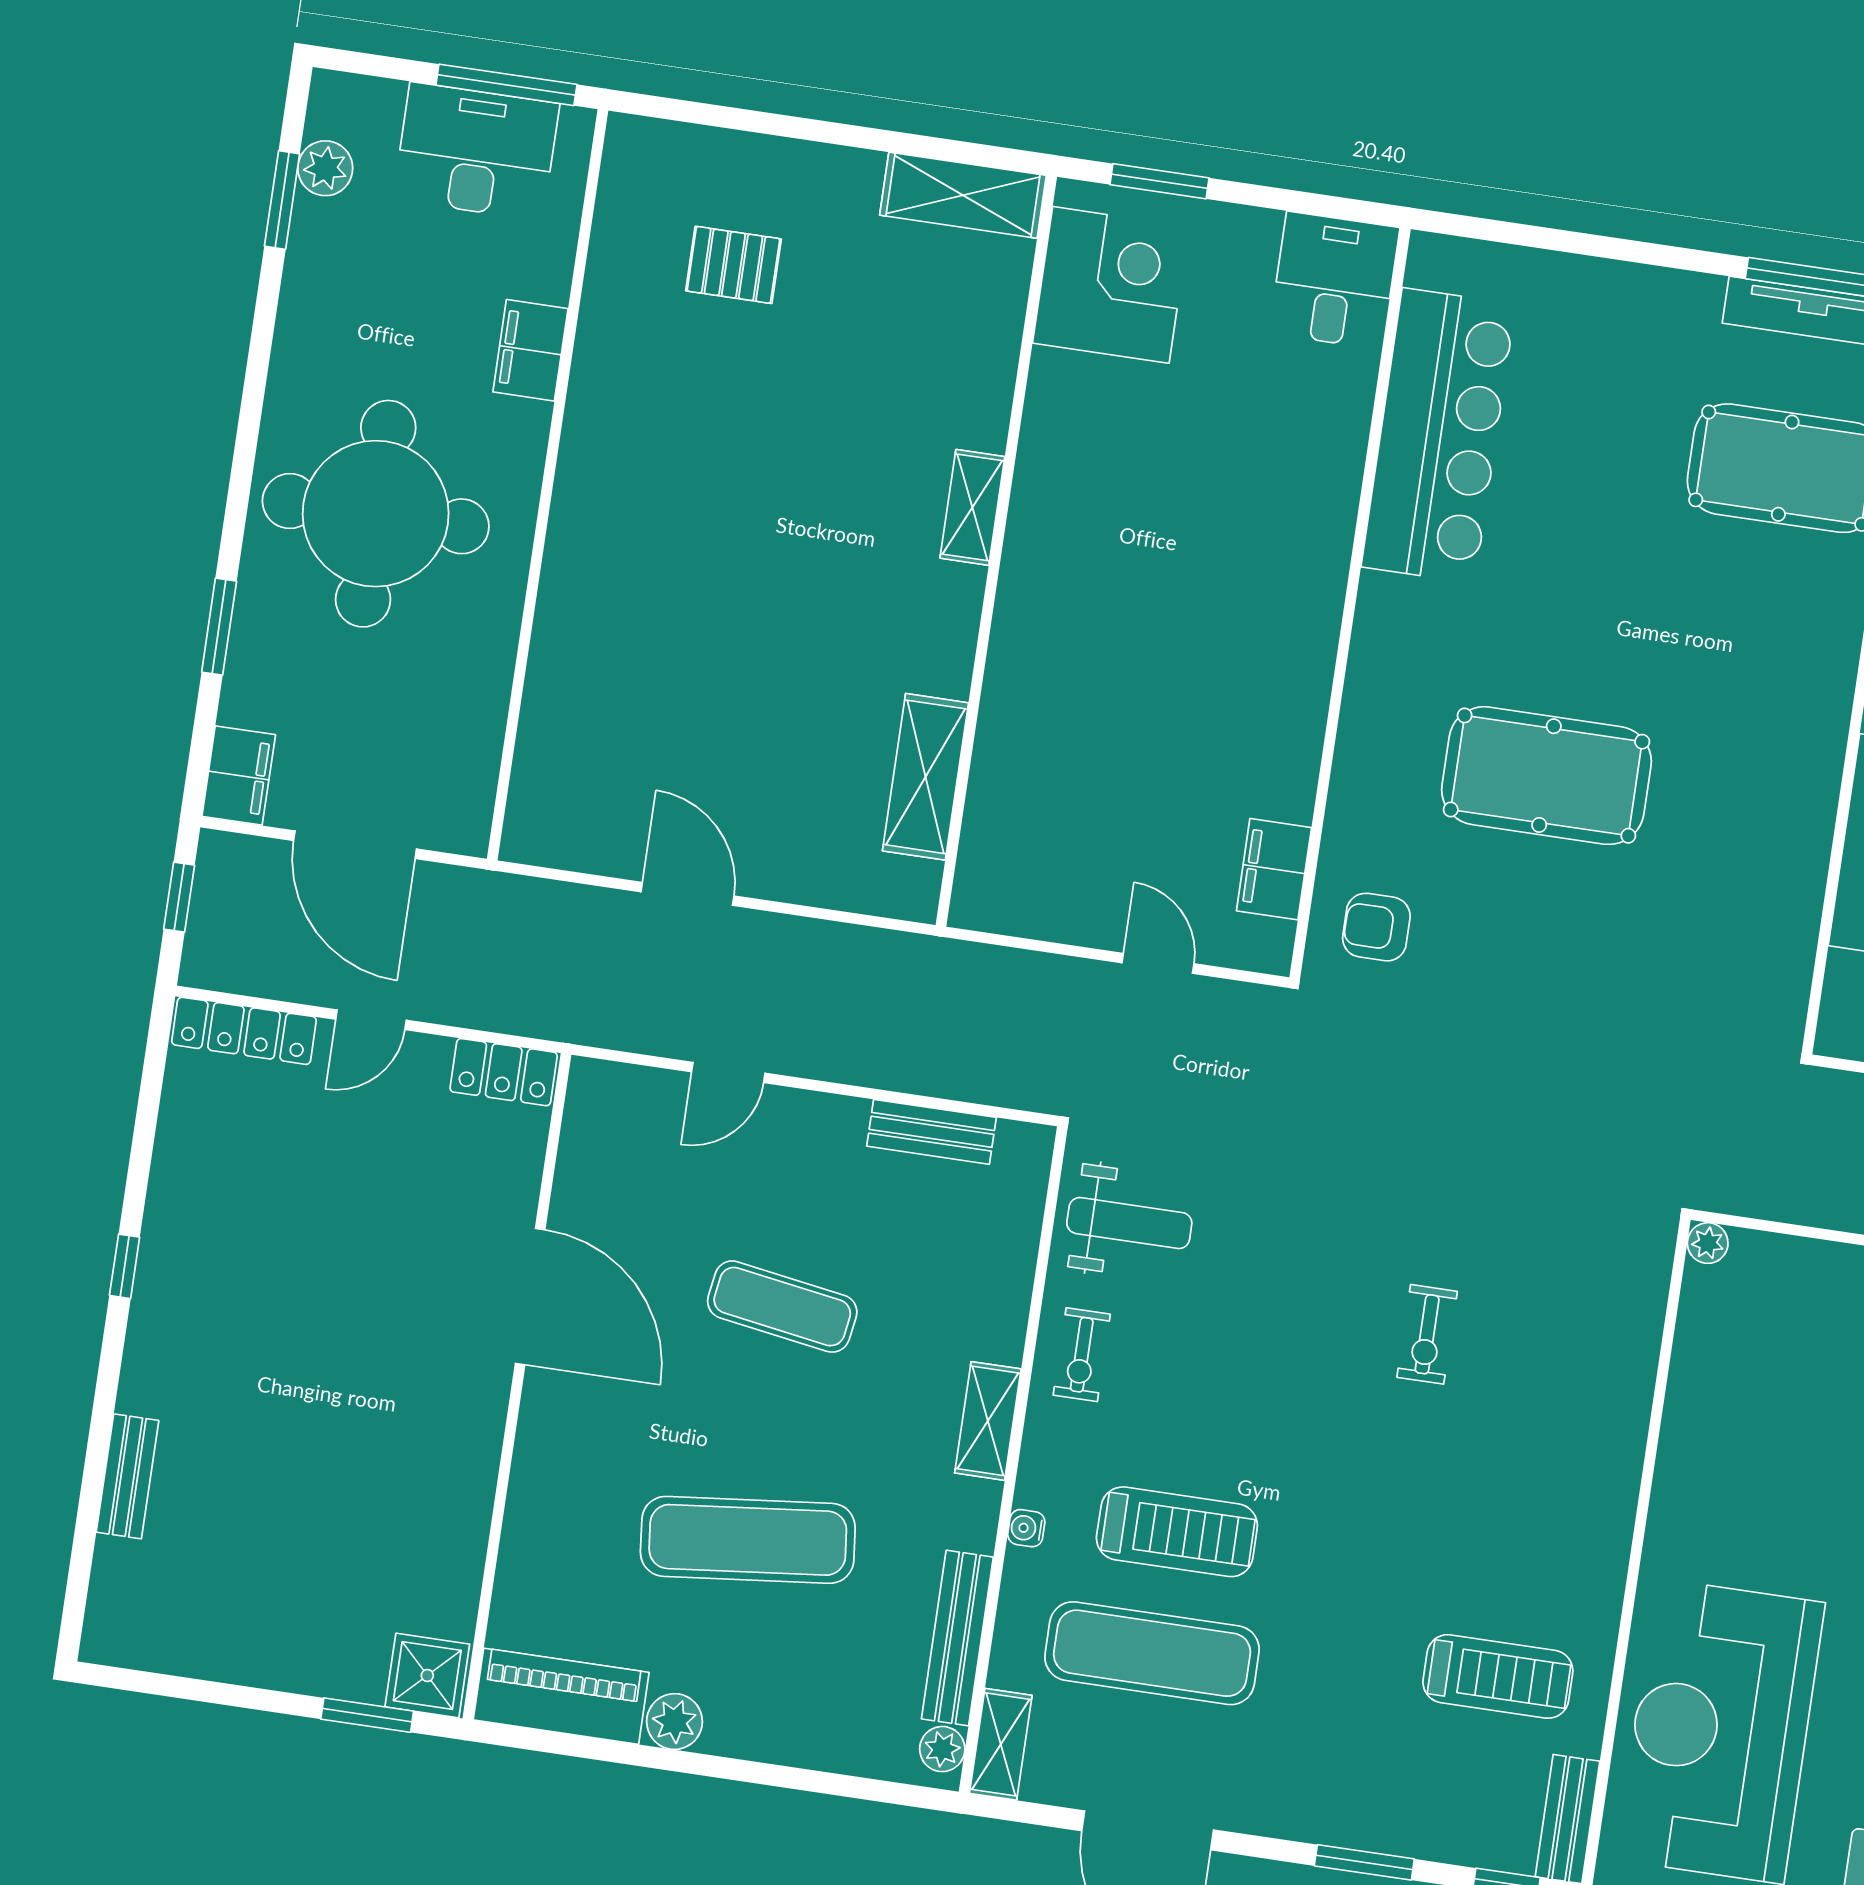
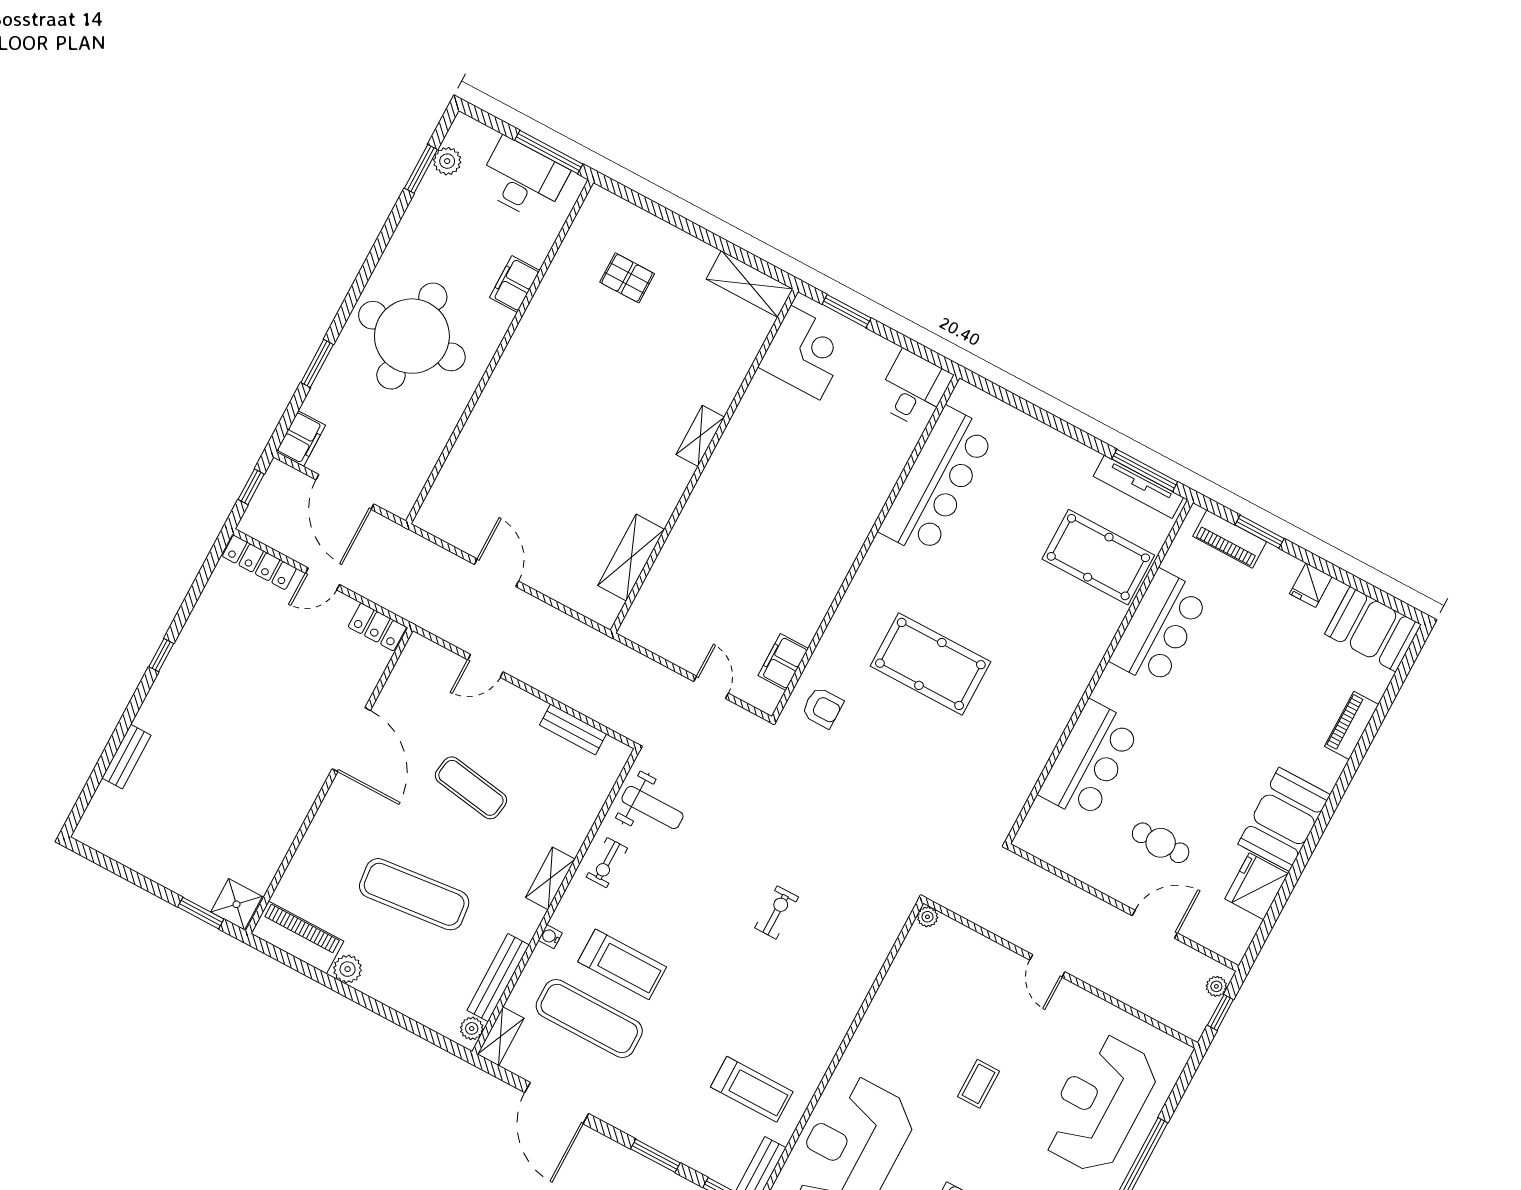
armchair: (1376, 927) -> (822, 708), turned 180
exercise bike: (1427, 1334) -> (777, 912), turned 180

